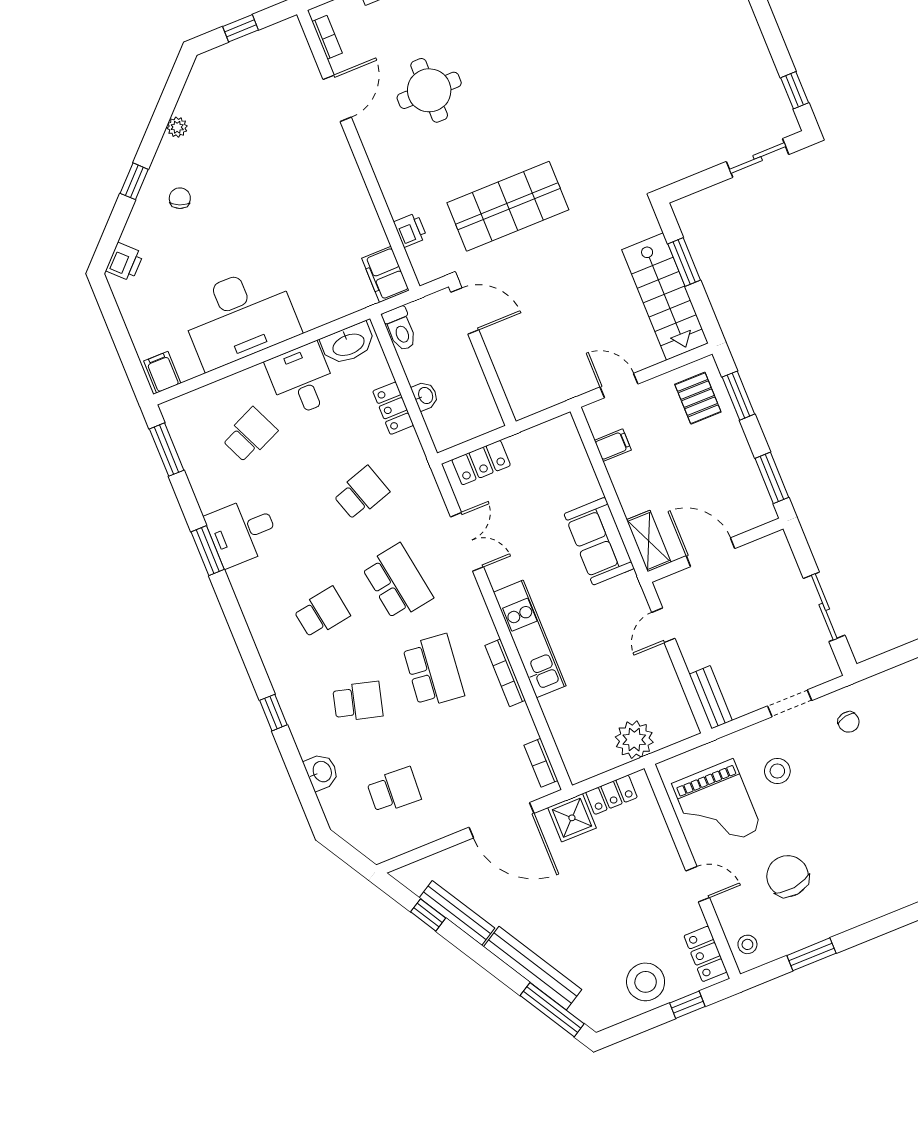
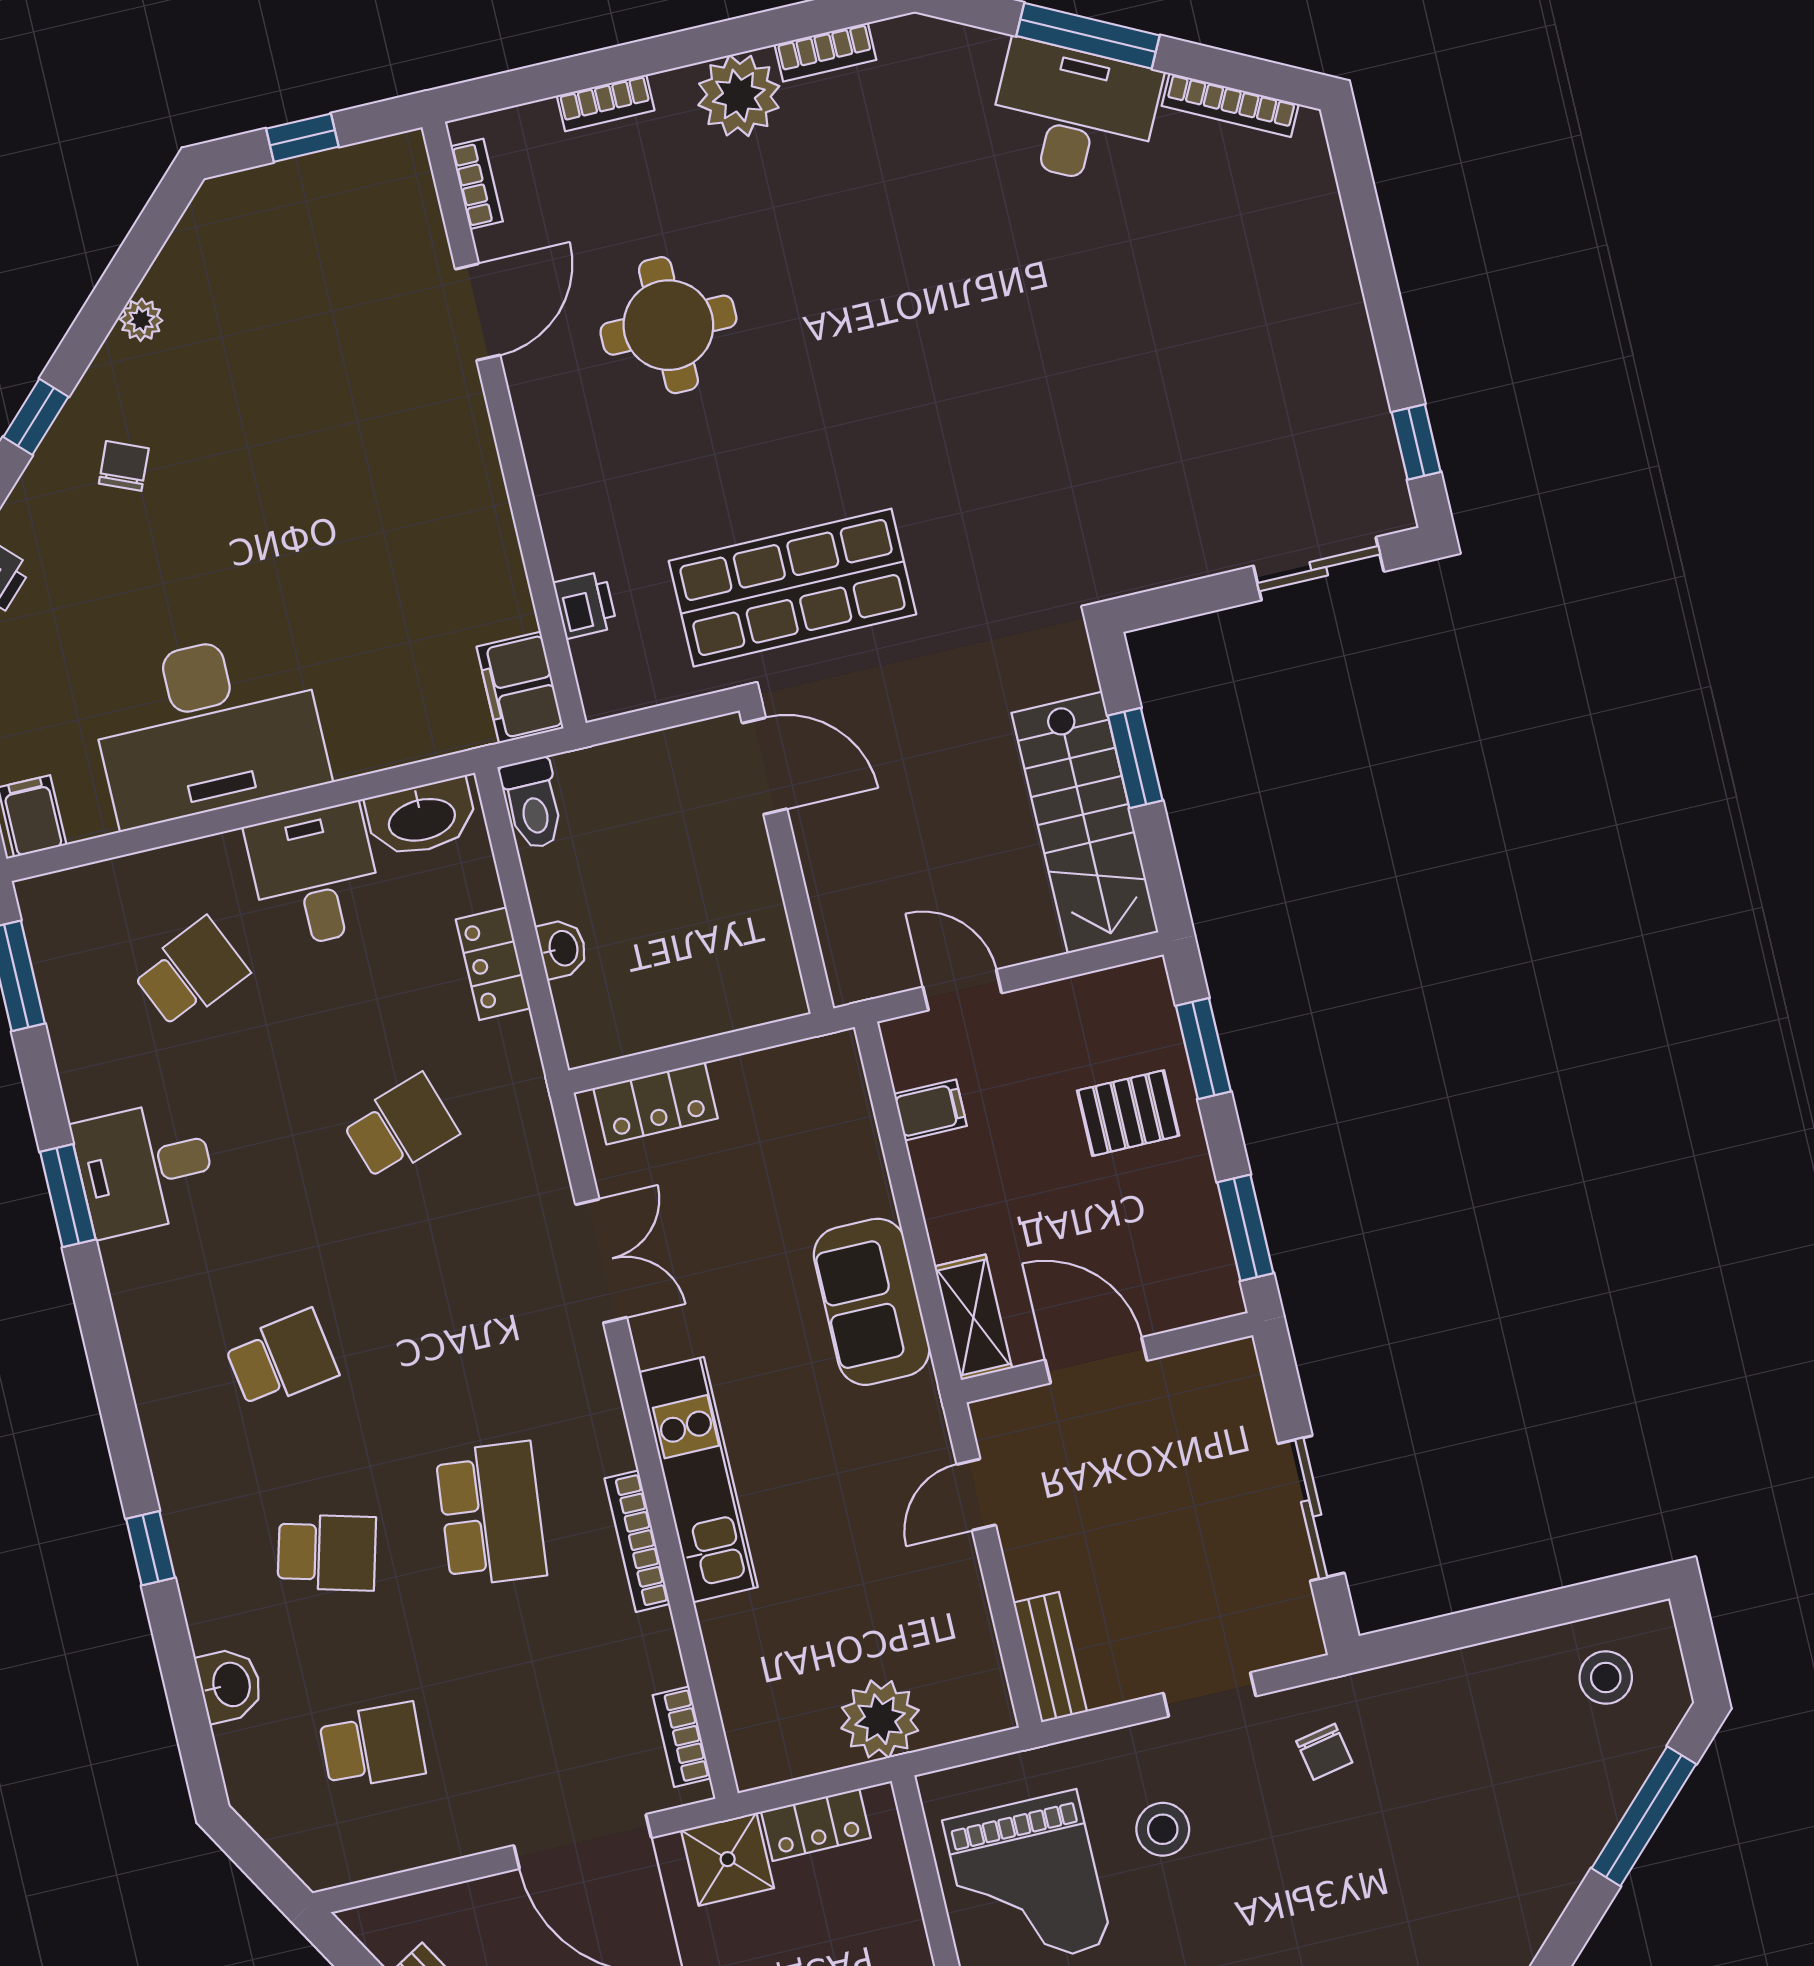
door: (465, 311) -> (765, 766), moved
wall: (482, 354) -> (786, 859), moved
pallet: (698, 398) -> (1128, 1113), moved, turned 90
school desk: (397, 582) -> (446, 1321), removed

